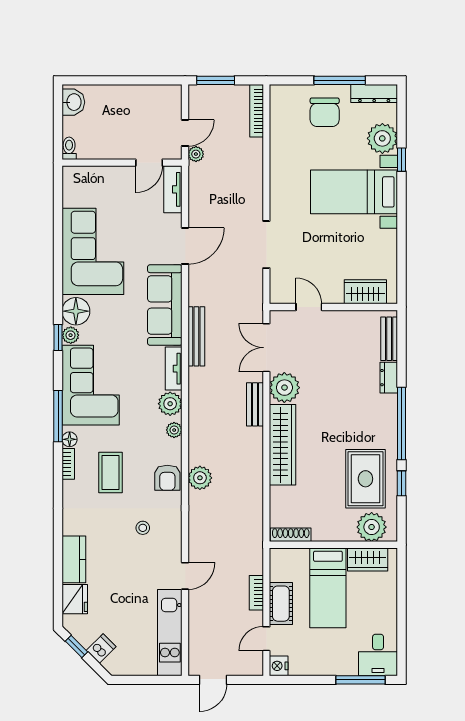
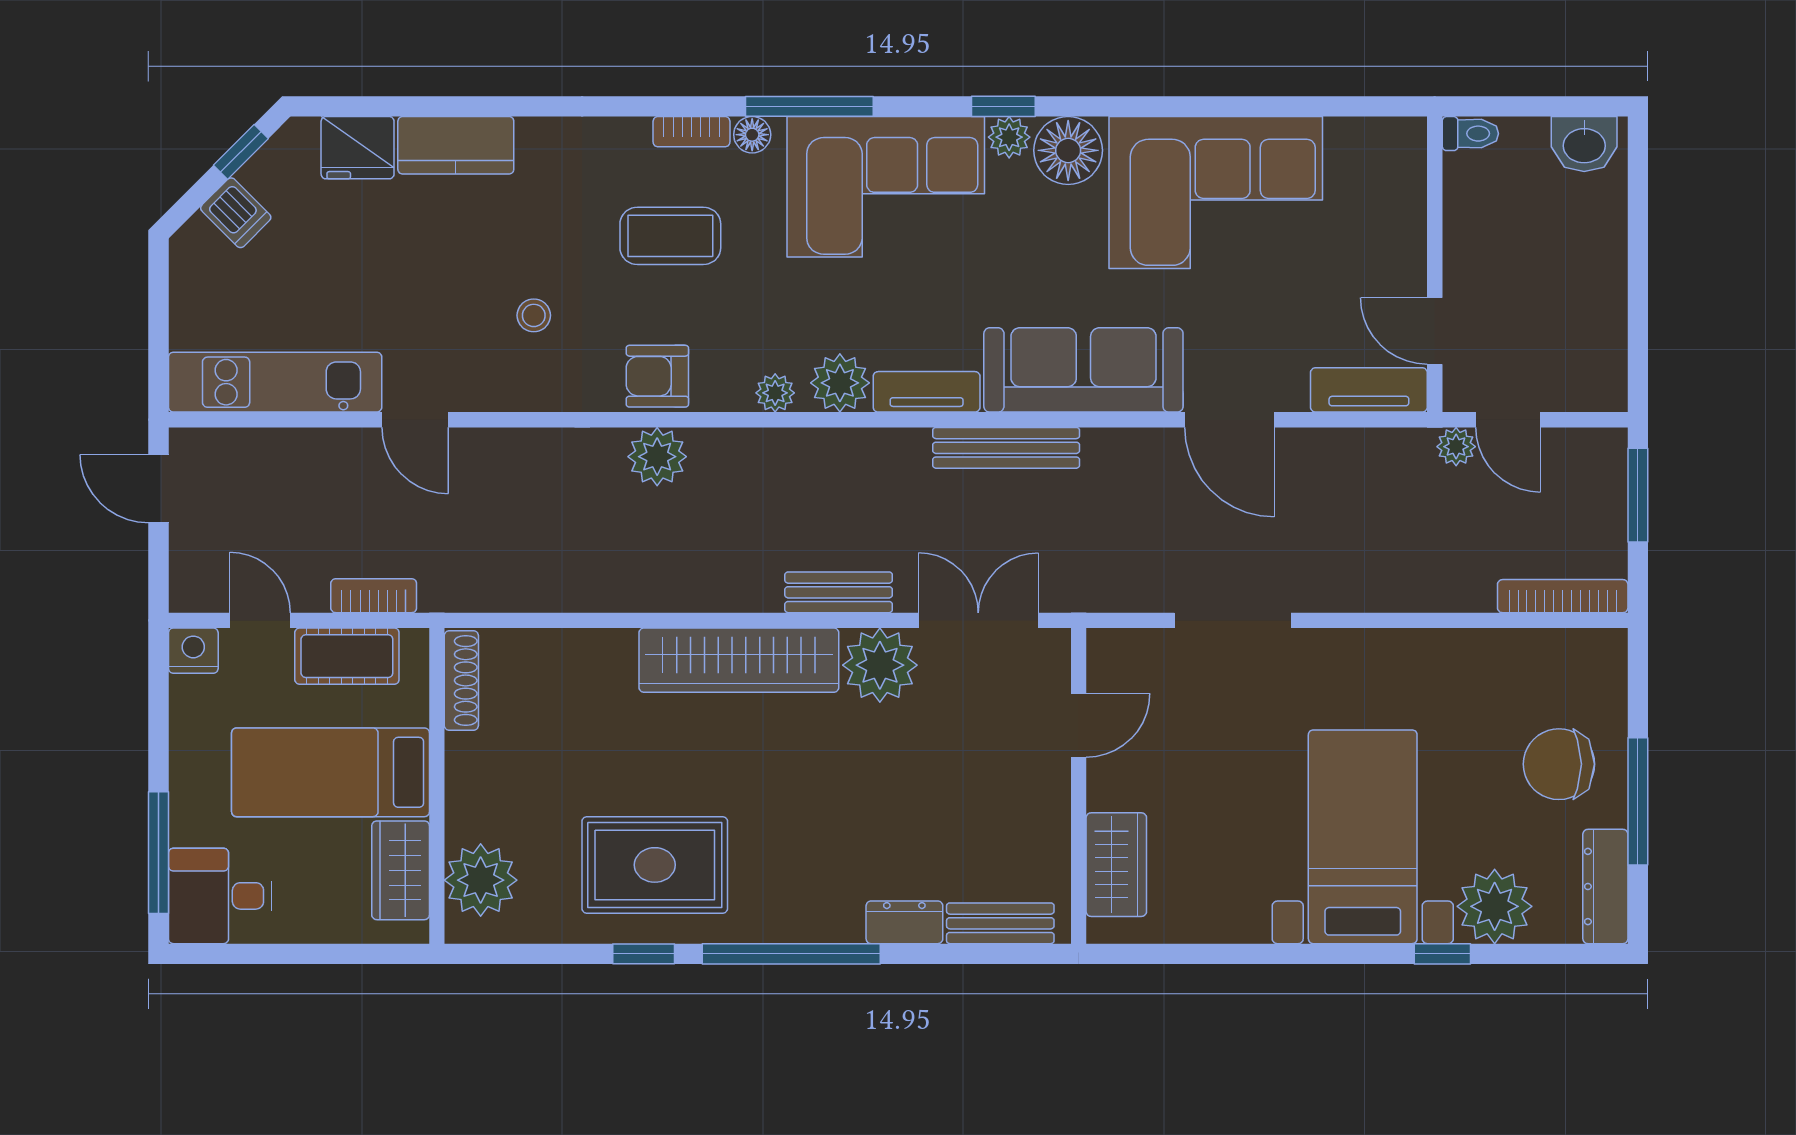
plant: (372, 527) -> (481, 880), moved
shoe rack: (291, 535) -> (461, 680), moved
wall: (333, 545) -> (437, 786), moved
wardrobe: (368, 559) -> (401, 870), moved
bed: (328, 588) -> (331, 772), moved

